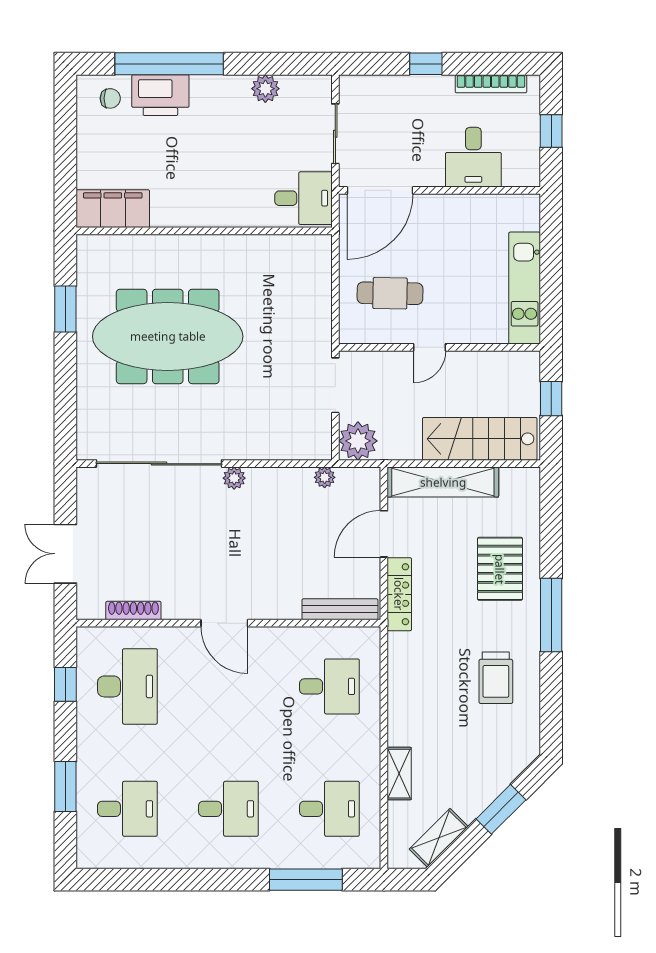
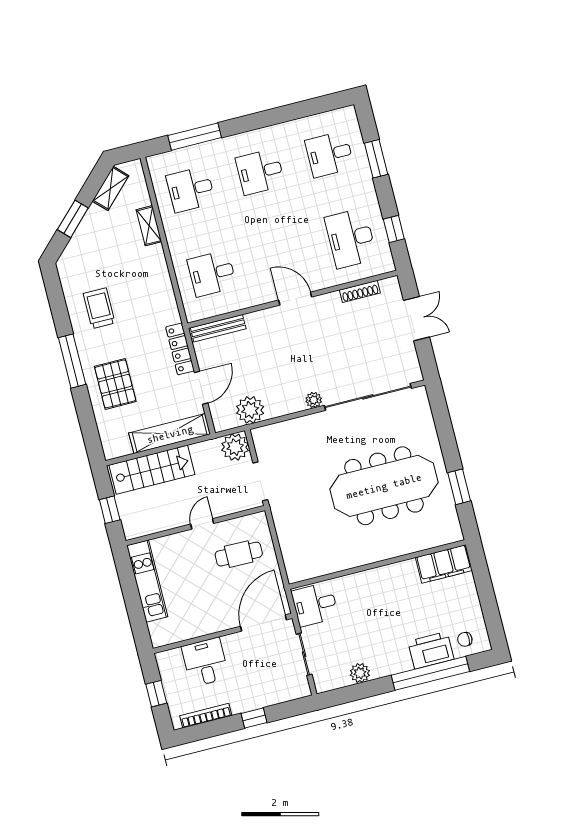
plant: (325, 477) -> (250, 410), width x1.88, depth x1.88

